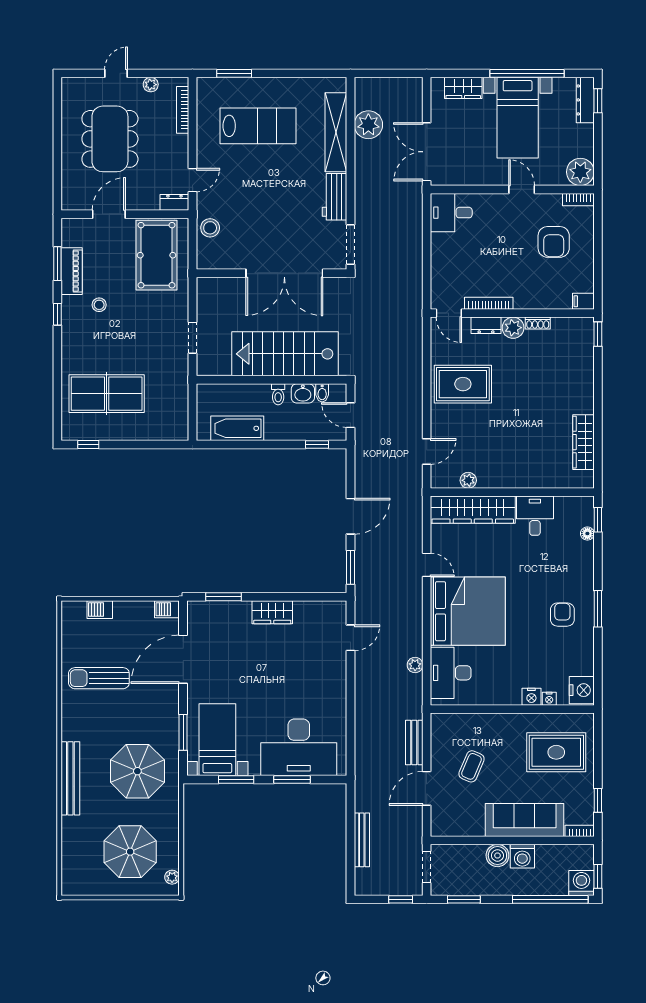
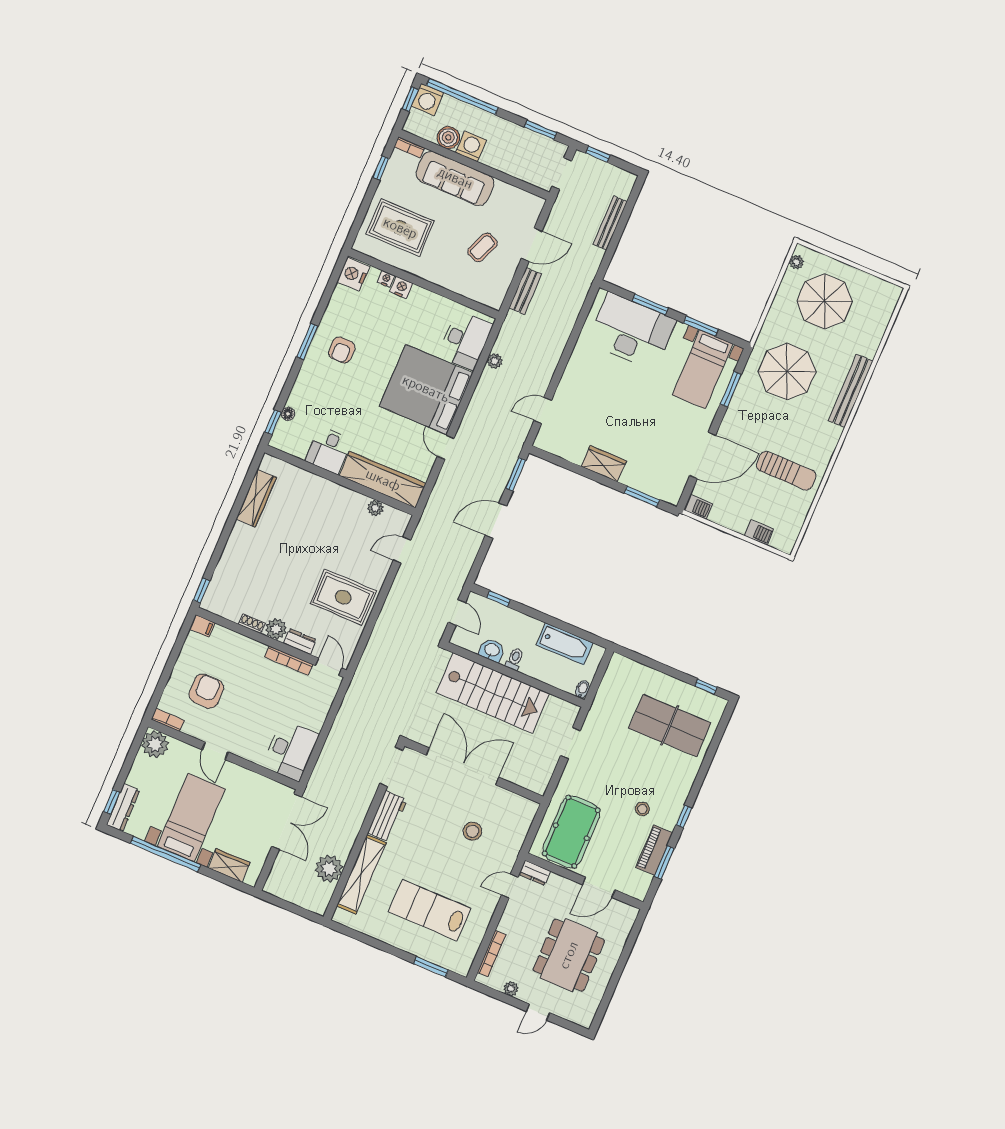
desk: (451, 213) -> (291, 751), width x1.37
stool: (210, 228) -> (473, 831), moved
bidet: (322, 393) -> (582, 689), moved
boiler: (497, 855) -> (448, 138), moved

